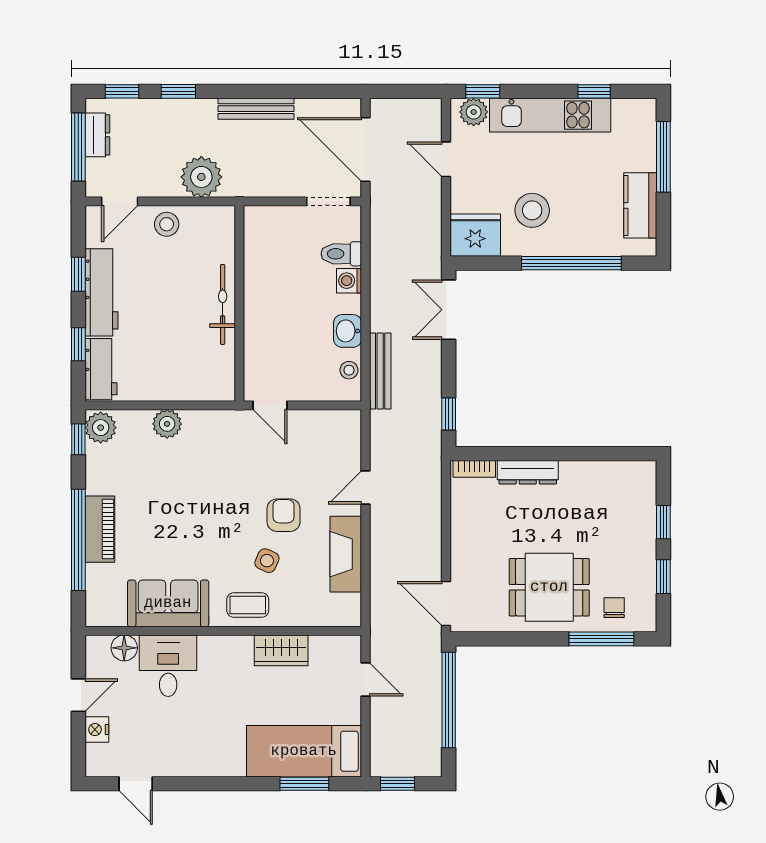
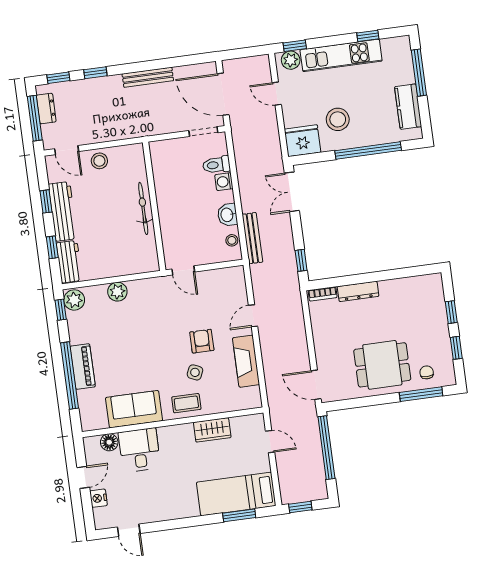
plant: (201, 177) -> (118, 127), removed
door: (120, 201) -> (67, 150), hinge flipped

